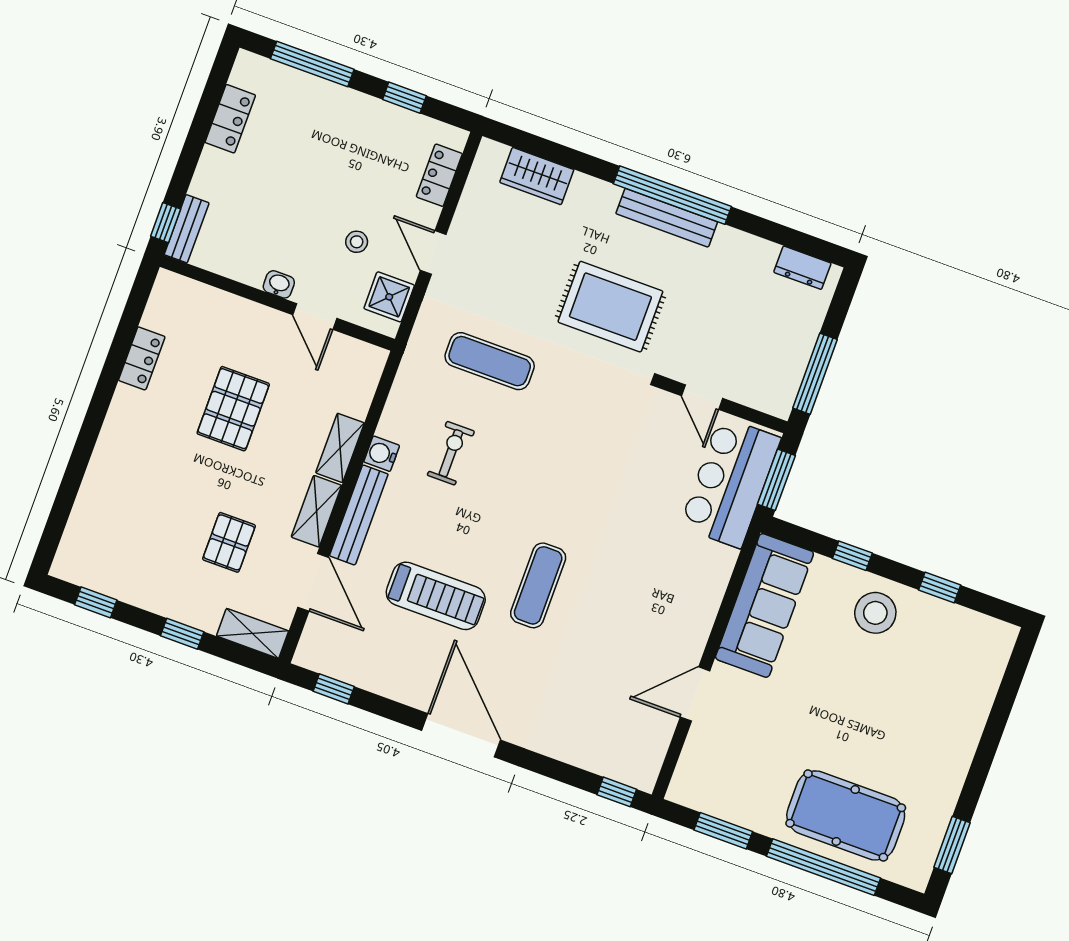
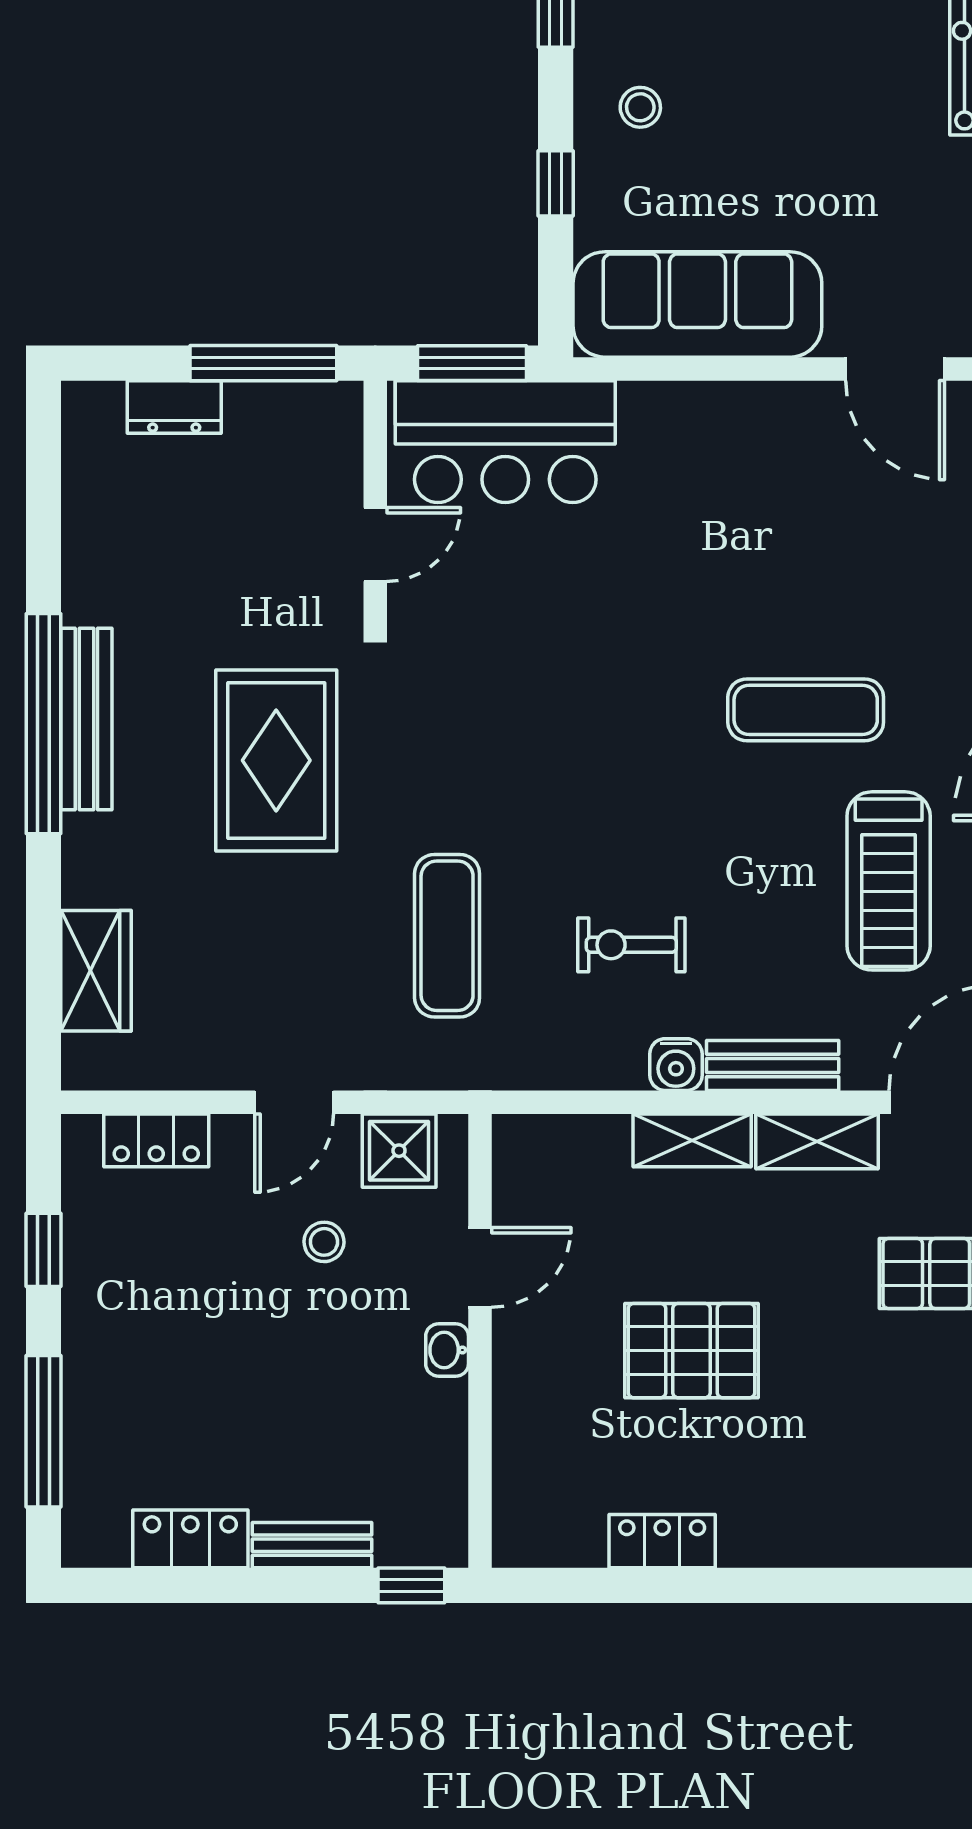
bench: (187, 229) -> (312, 1545), moved
dresser: (802, 268) -> (174, 407), moved, turned 90
bench: (359, 515) -> (773, 1065), width x0.73
treadmill: (436, 596) -> (889, 881), turned 180
stool: (875, 613) -> (640, 107), width x0.53, depth x0.53

